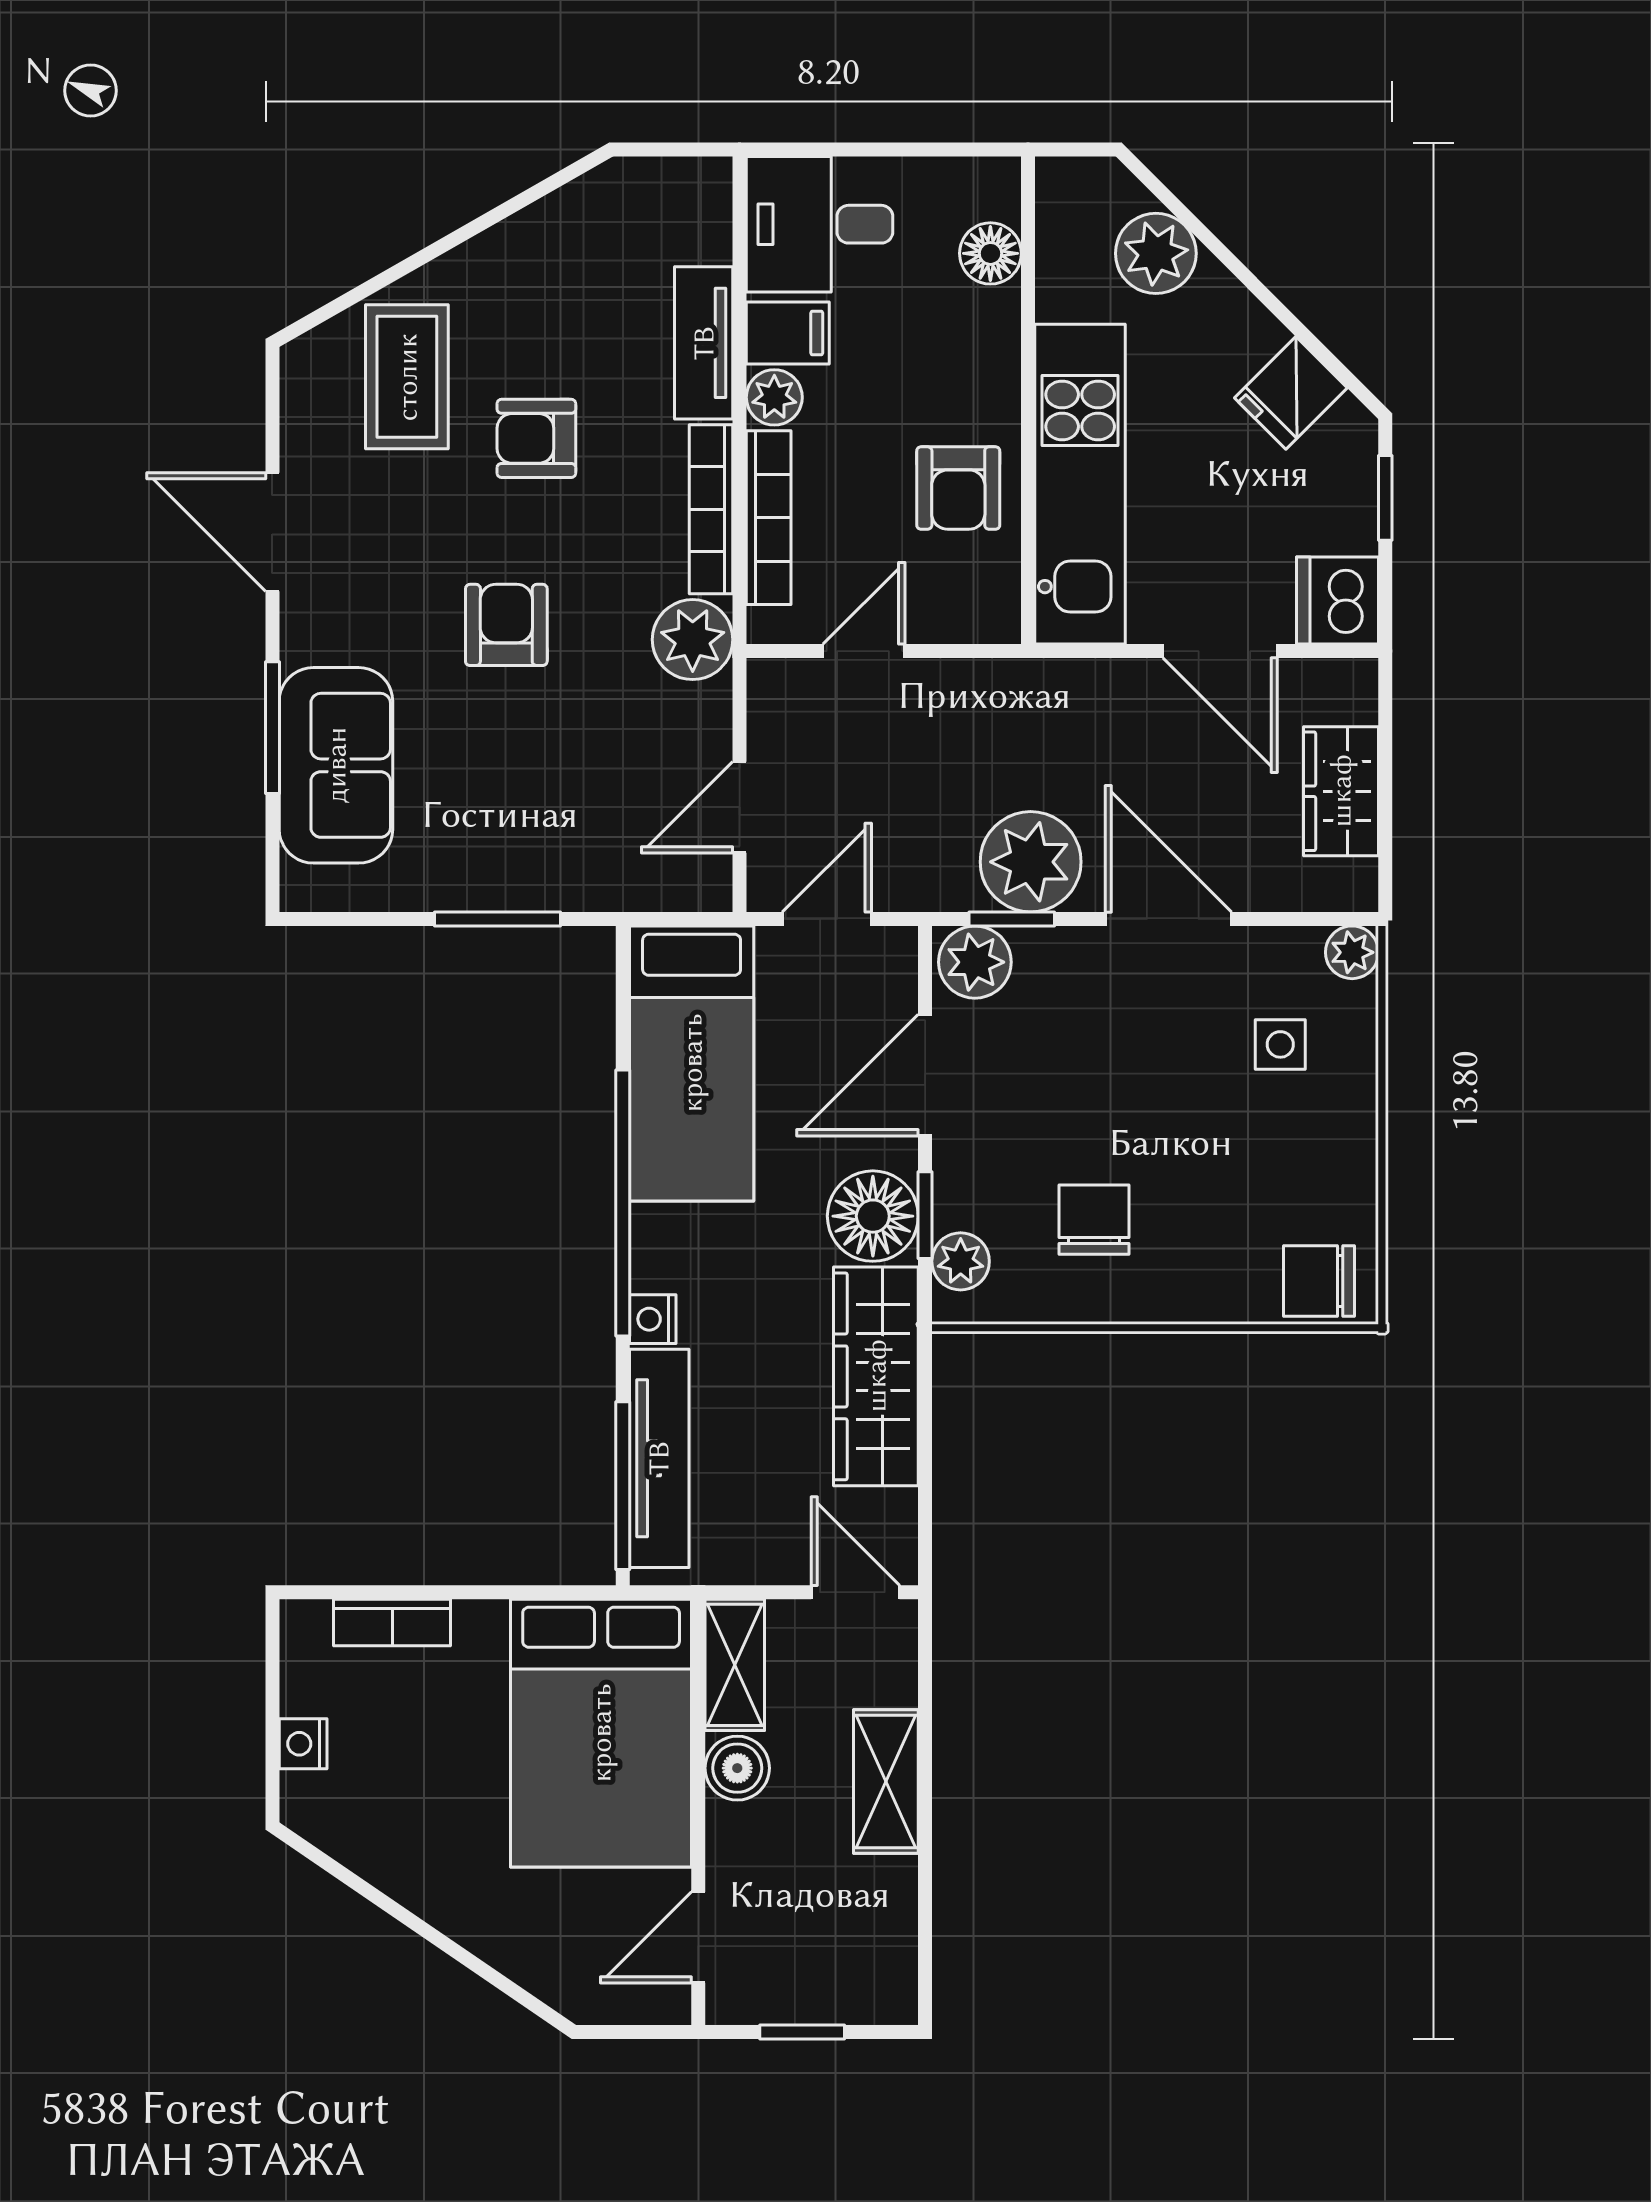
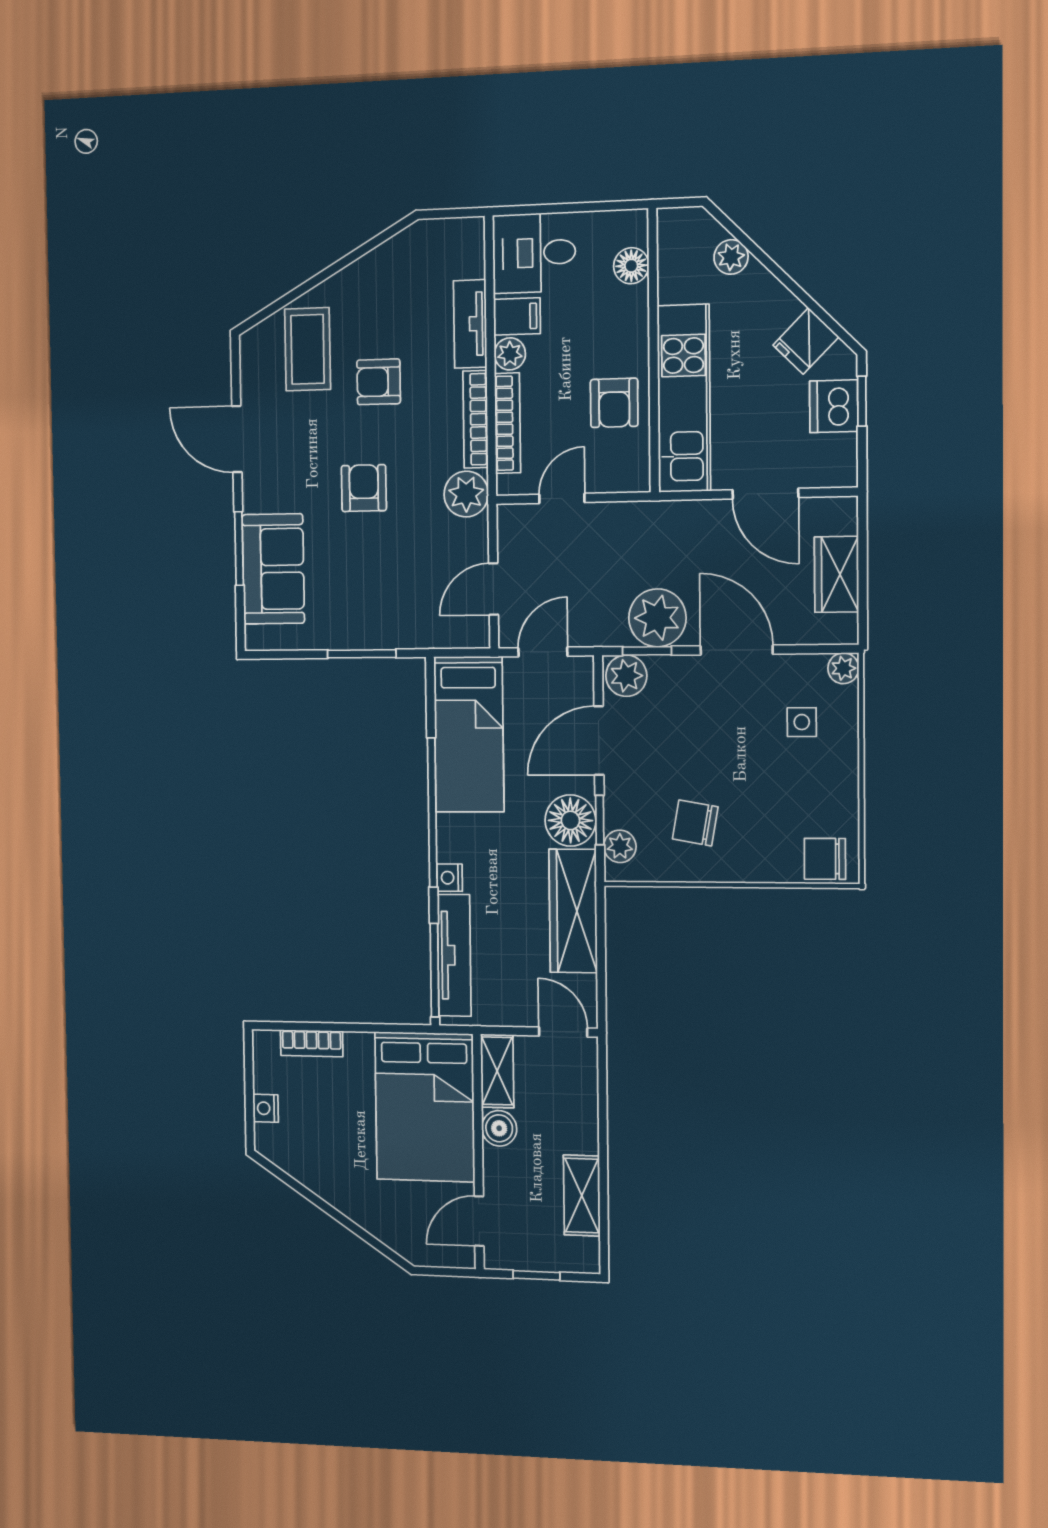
plant: (1156, 253) -> (731, 257), width x0.73, depth x0.73
dishwasher: (1338, 601) -> (834, 406), moved
chair: (1094, 1220) -> (695, 823), turned -80
shelving: (886, 1782) -> (582, 1195), moved

